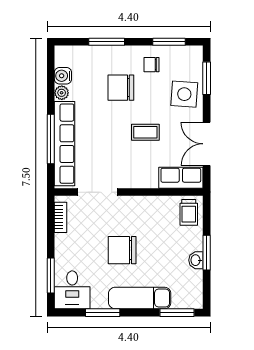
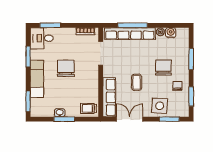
row of seats: (181, 178) -> (109, 97), width x1.48

